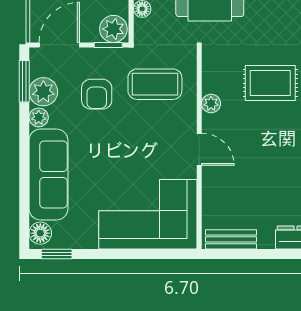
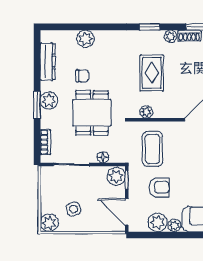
window: (24, 81) -> (151, 235), removed
plant: (211, 104) -> (146, 112), moved

